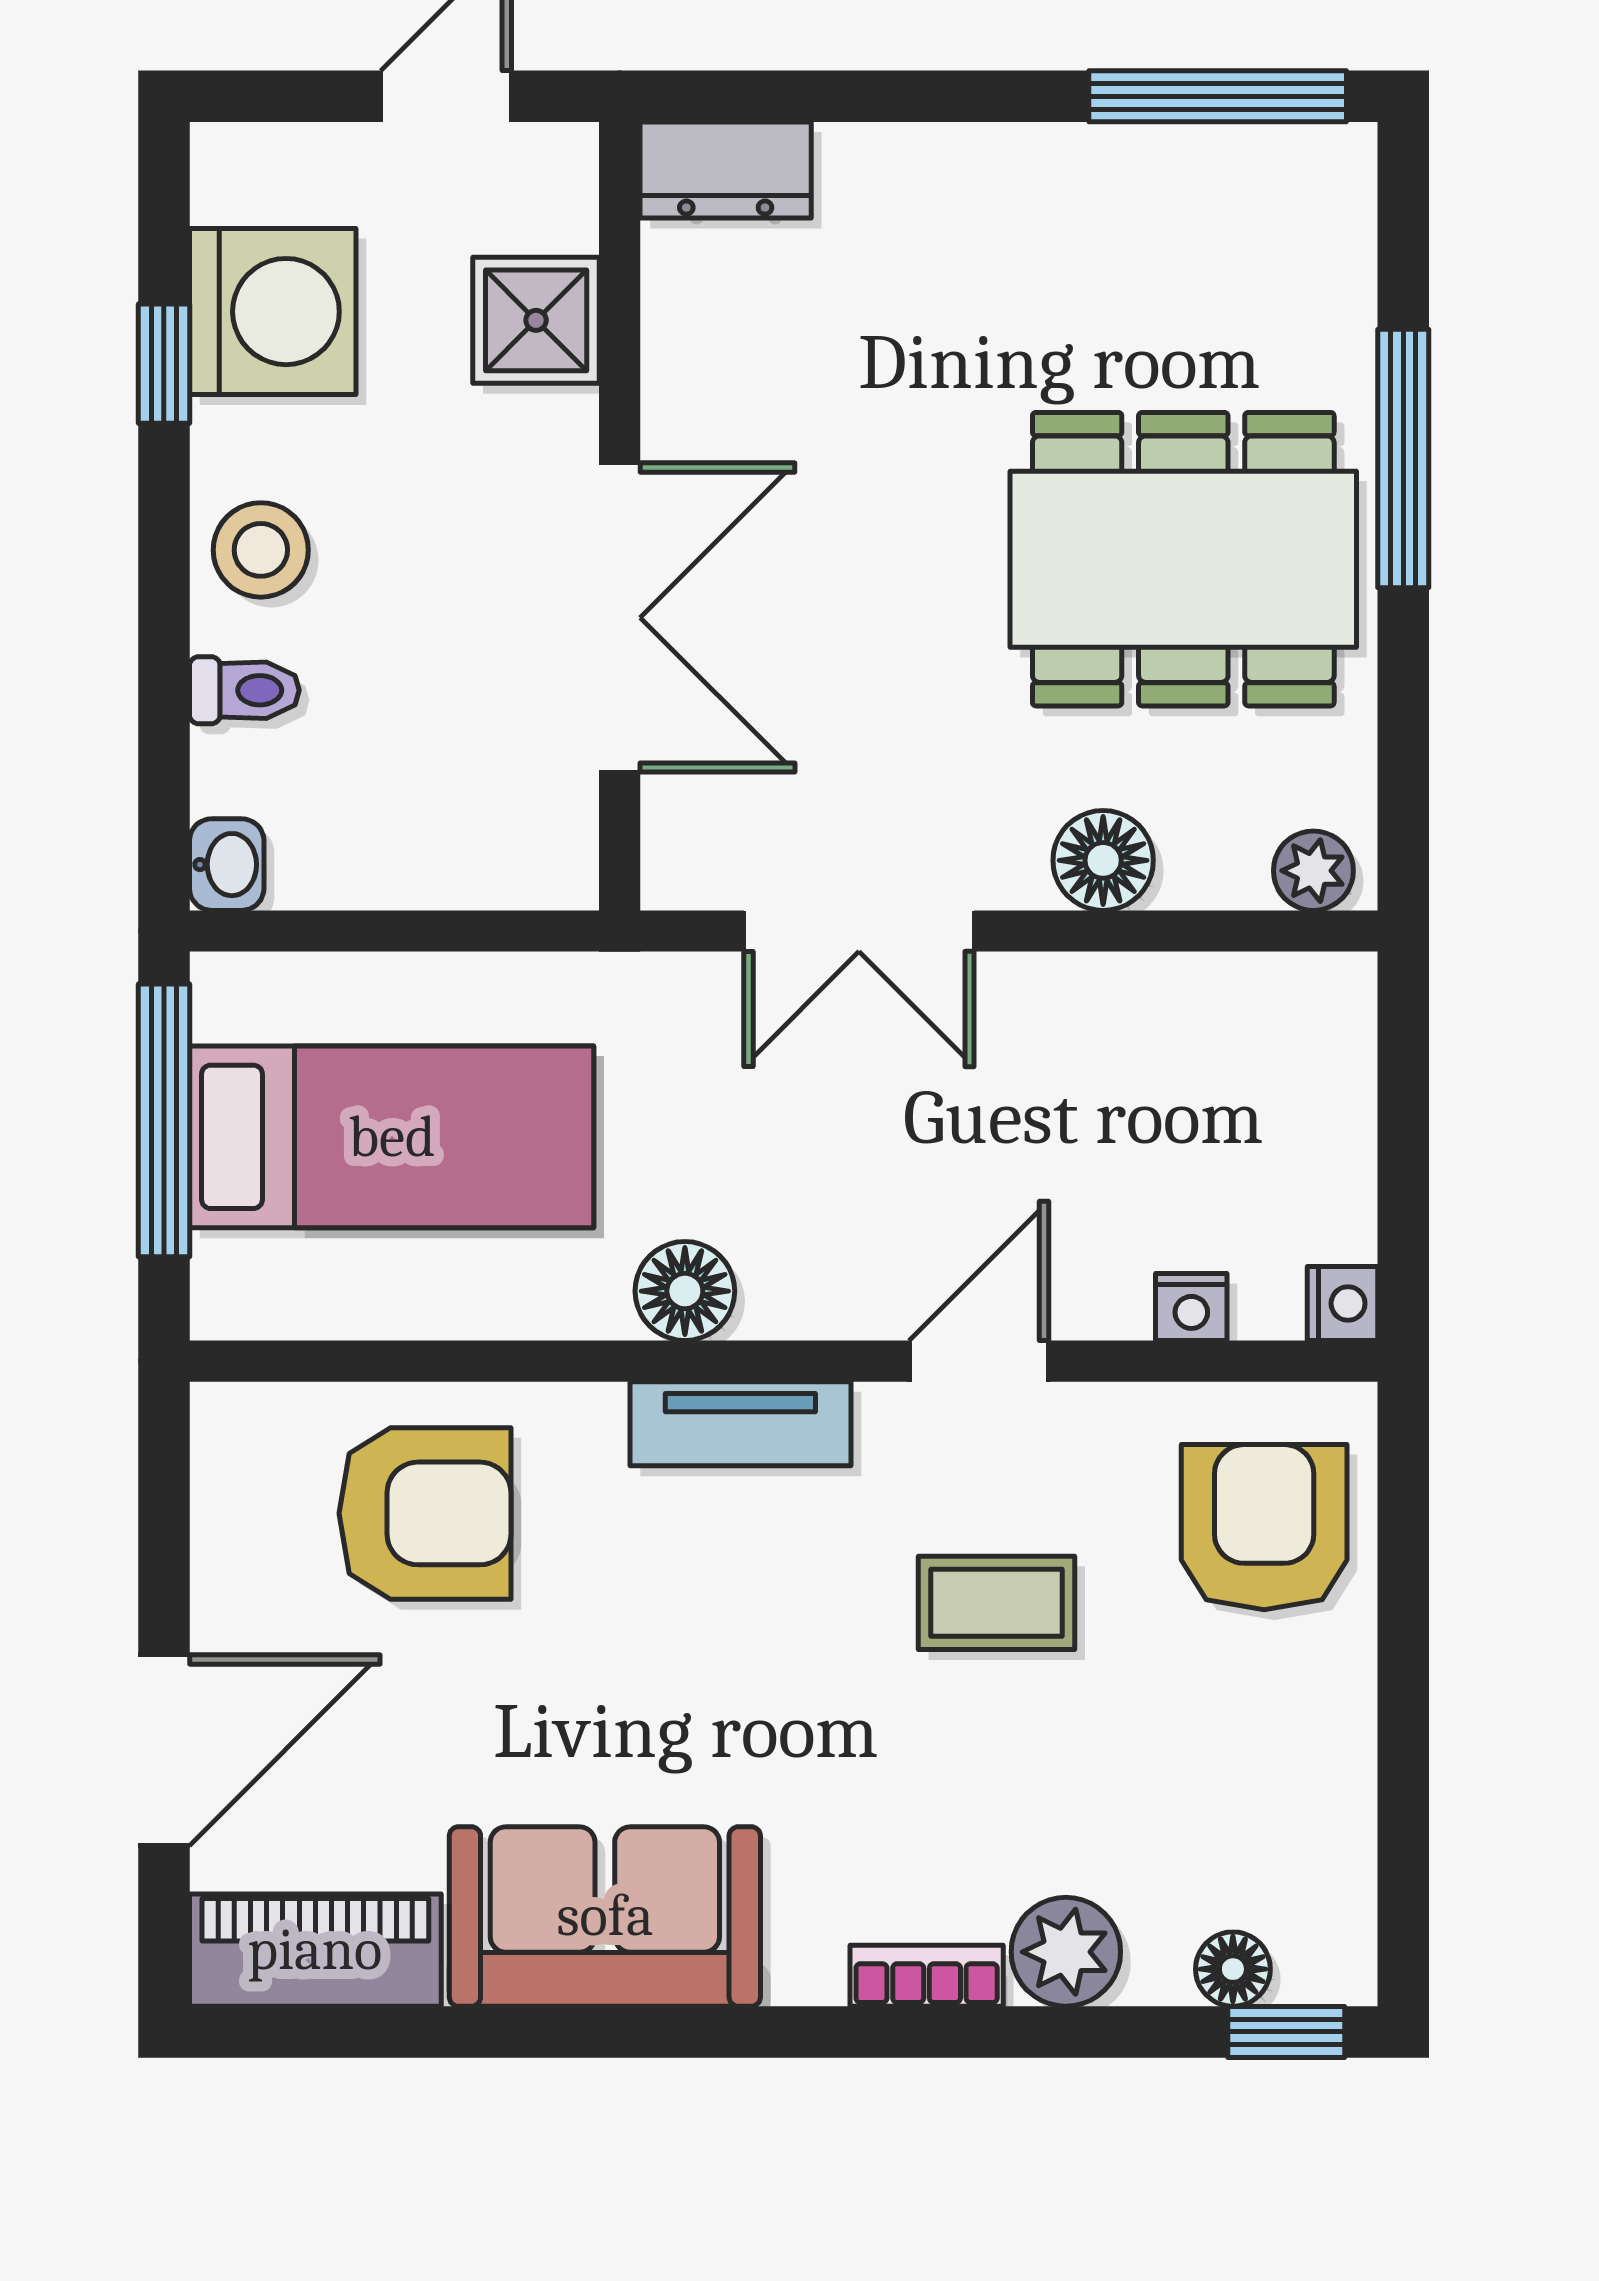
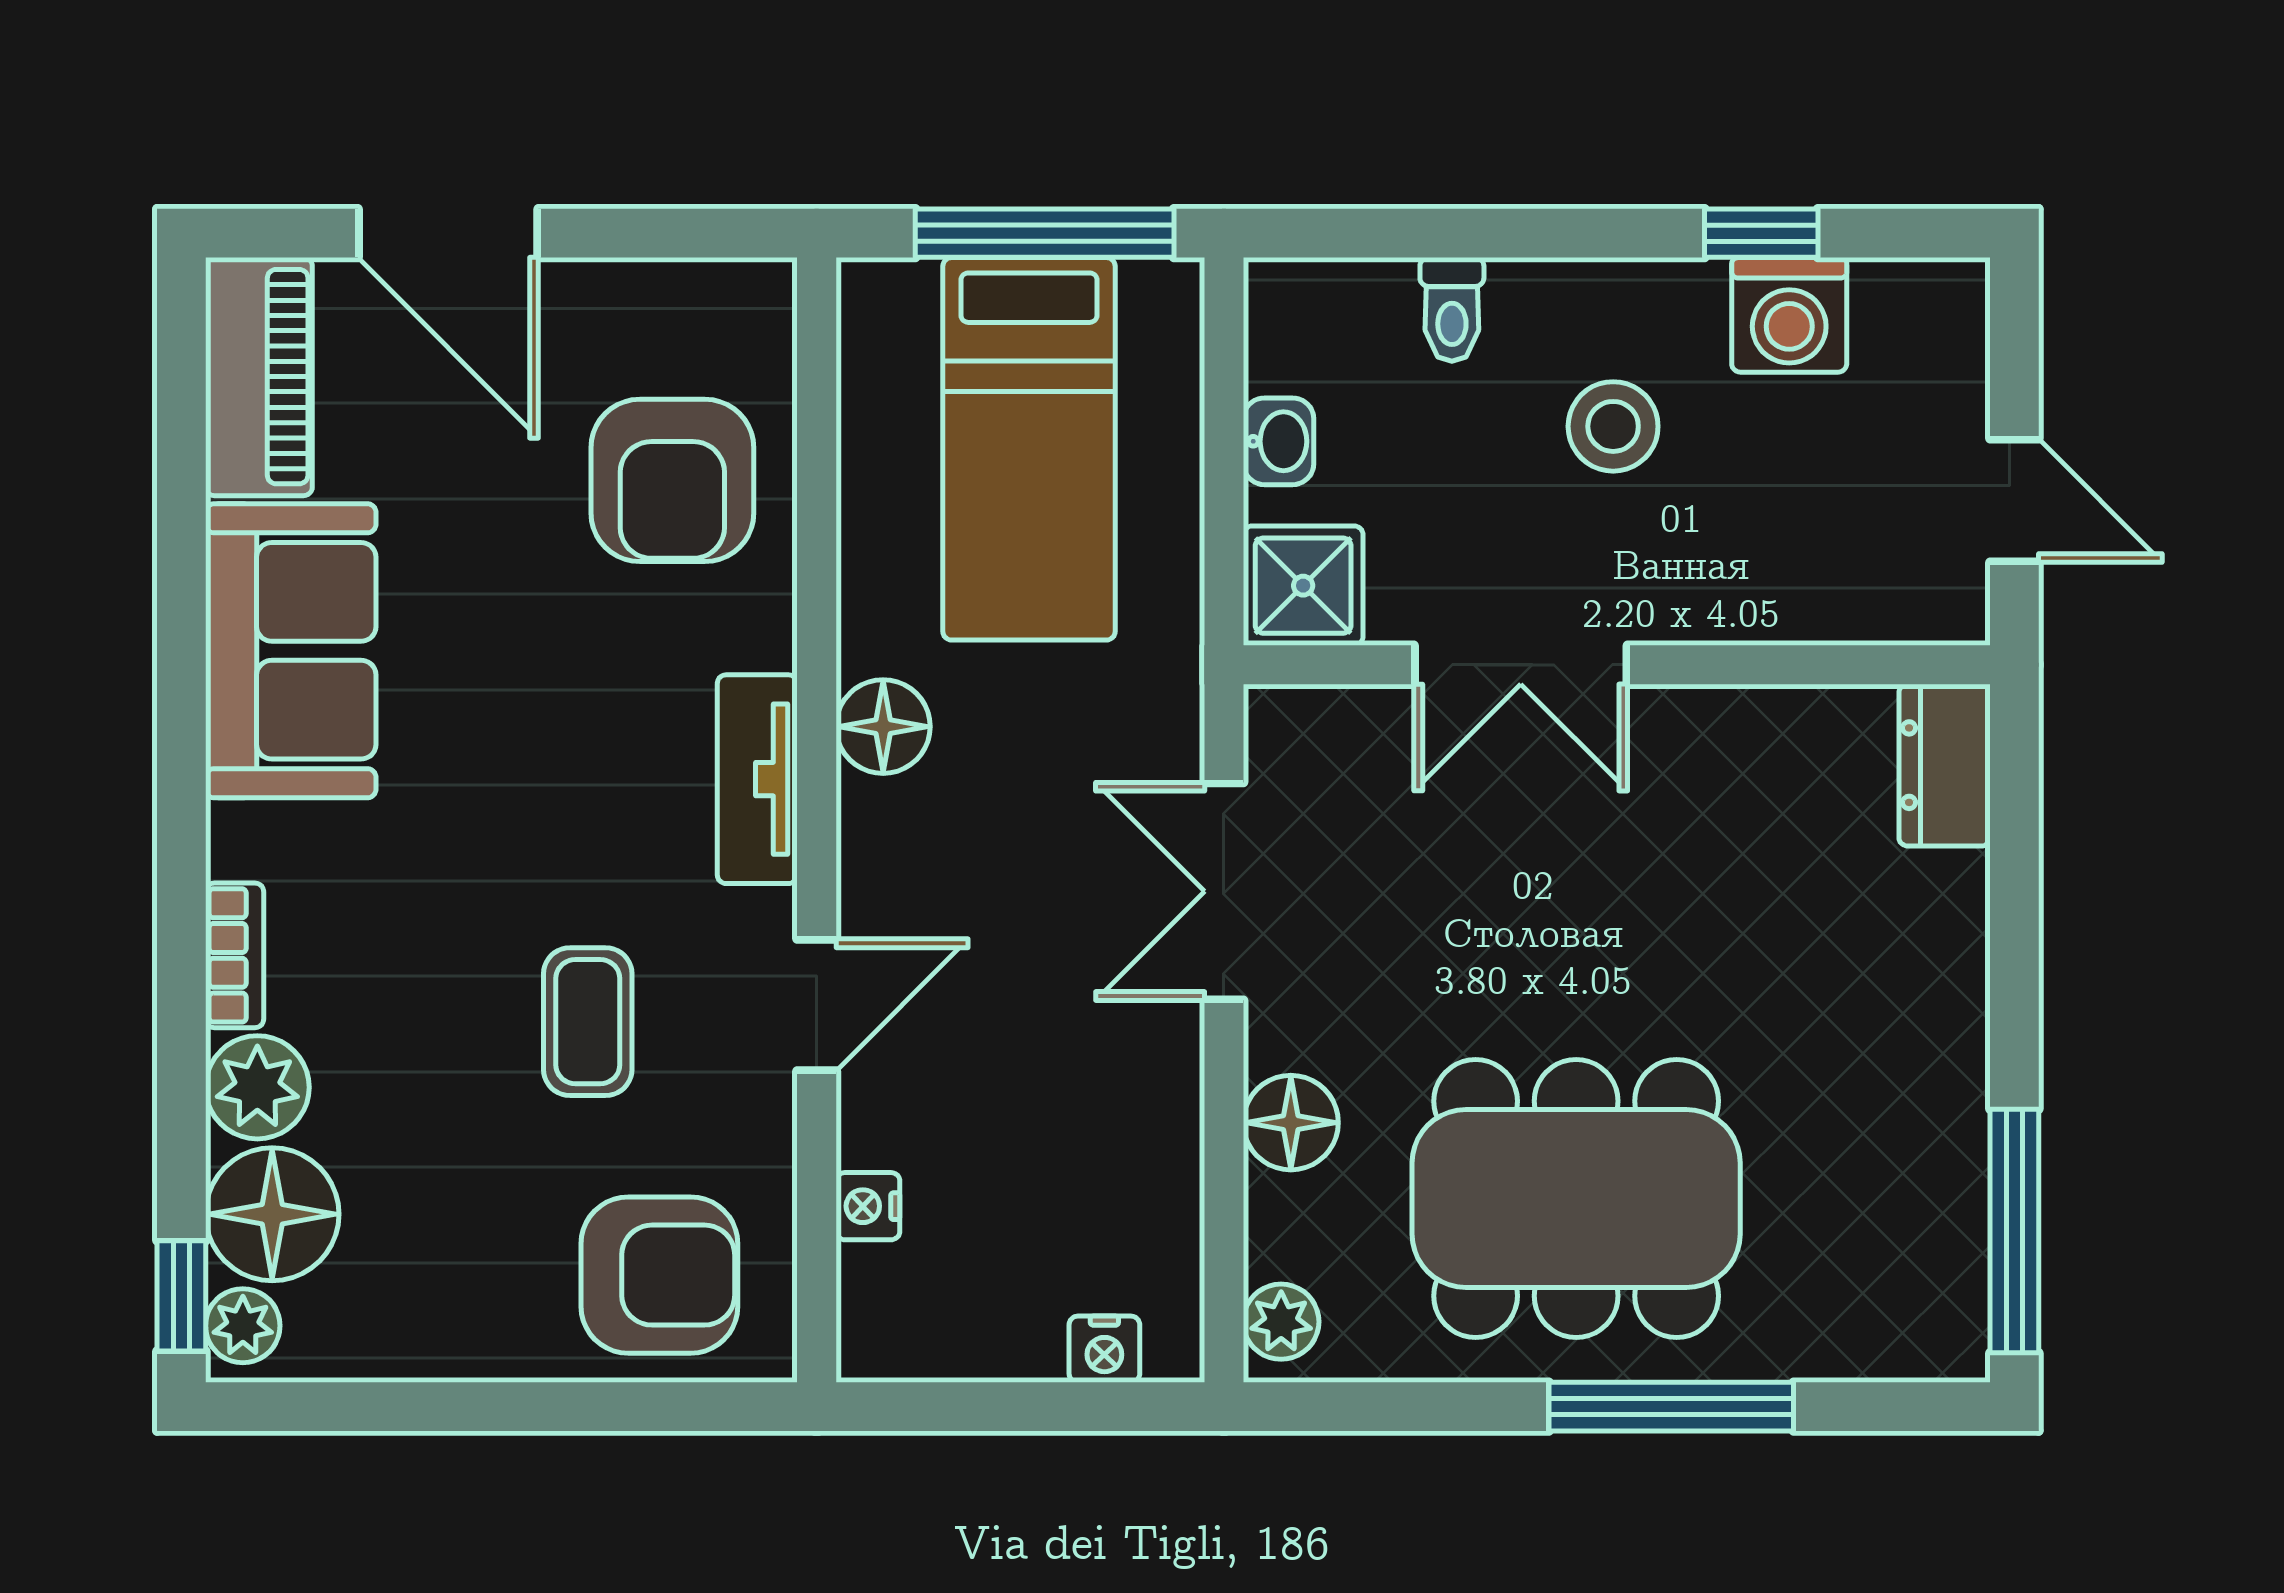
washing machine: (273, 312) -> (1789, 315), width x0.73, depth x0.73
shower: (536, 320) -> (1303, 586), moved
stool: (261, 550) -> (1613, 426), moved
dining table: (1183, 559) -> (1576, 1199), turned 90
double door: (620, 618) -> (1521, 665), width x0.73
washbasin: (227, 865) -> (1279, 441), moved, turned -90
nightstand: (1342, 1303) -> (1104, 1349), moved
door: (979, 1361) -> (817, 1005), hinge flipped
plant: (1318, 1967) -> (243, 1326), added
floor lamp: (1233, 1969) -> (272, 1214), width x1.89, depth x1.89

